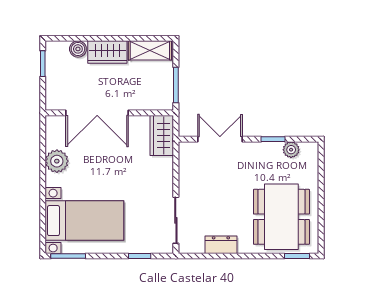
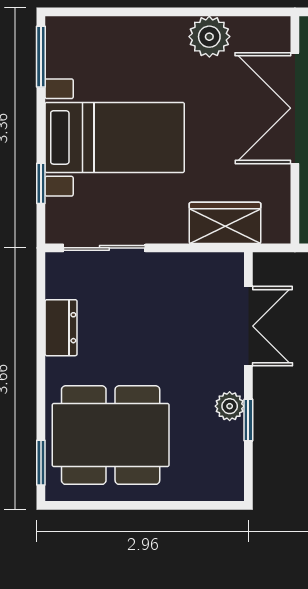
wardrobe: (162, 135) -> (225, 223), moved
plant: (291, 150) -> (230, 406), moved
bed with nightstands: (84, 221) -> (115, 137), moved, turned -90

